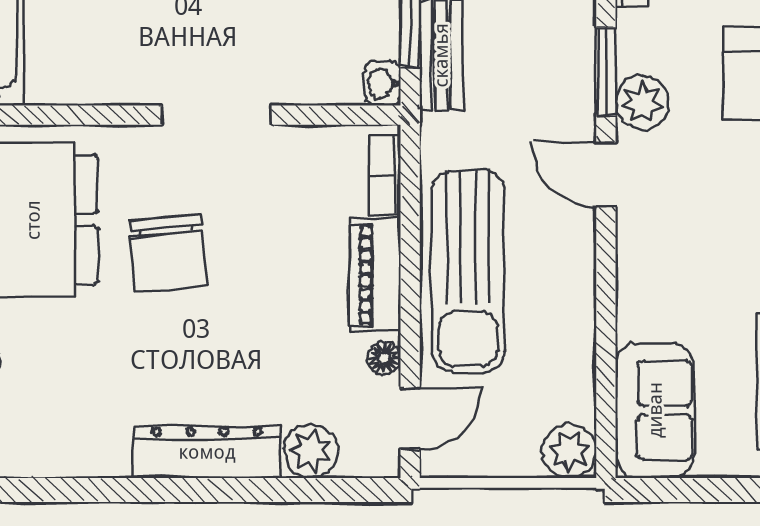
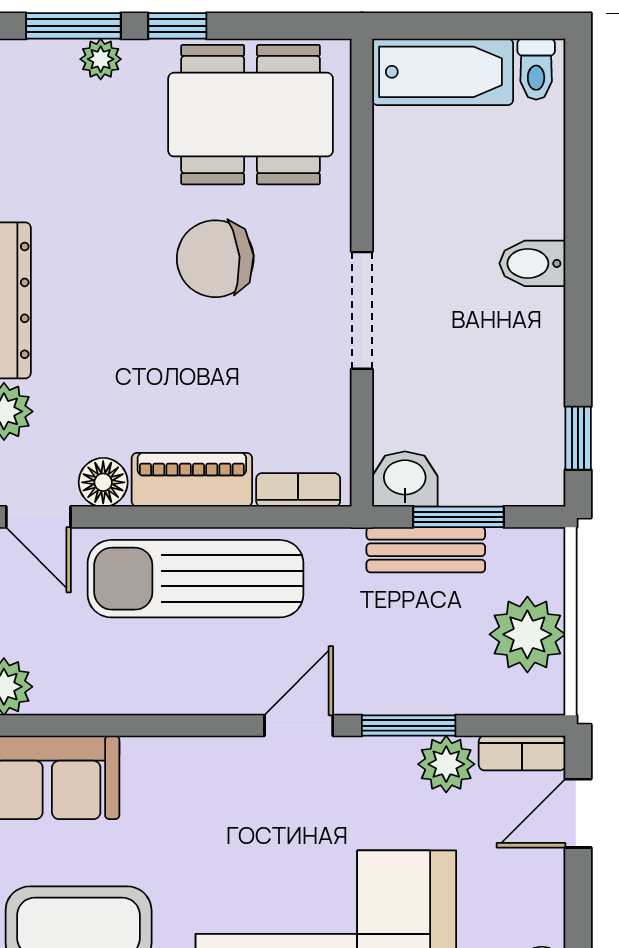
washbasin: (383, 83) -> (405, 479), width x1.38, depth x1.45
plant: (642, 102) -> (446, 764), moved
floor lamp: (384, 358) -> (103, 482), width x1.37, depth x1.37

